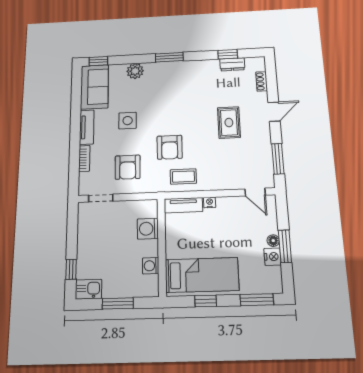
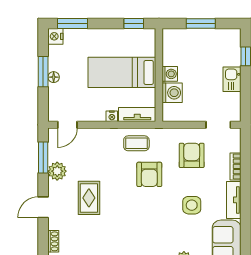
plant: (262, 146) -> (57, 171), added
armchair: (170, 147) -> (149, 174), turned 180
door: (255, 192) -> (67, 125), swing flipped
nightstand: (273, 257) -> (55, 36), moved
washing machine: (151, 266) -> (170, 74), moved
bed: (202, 275) -> (122, 72), moved
kitchen sink: (88, 289) -> (232, 79), moved, turned 90
window: (206, 301) -> (134, 23), moved

